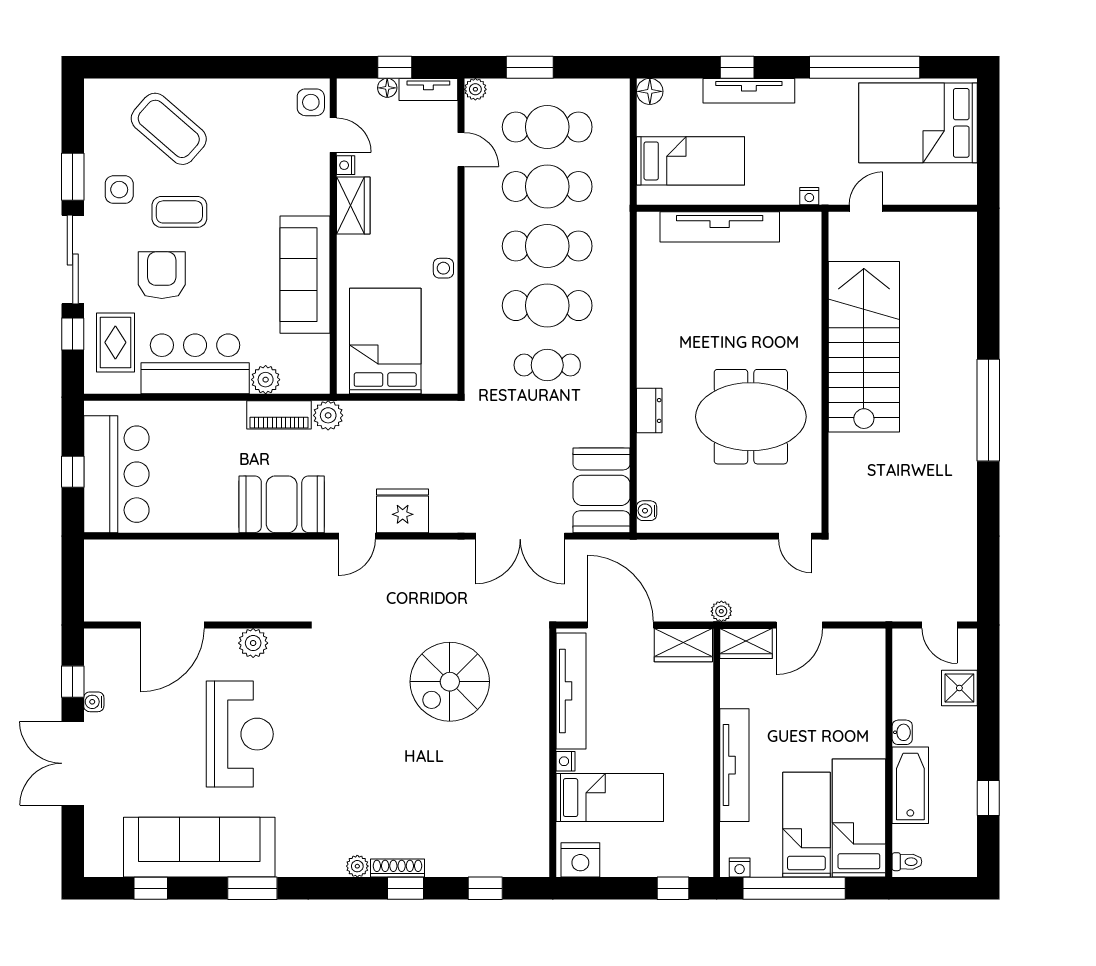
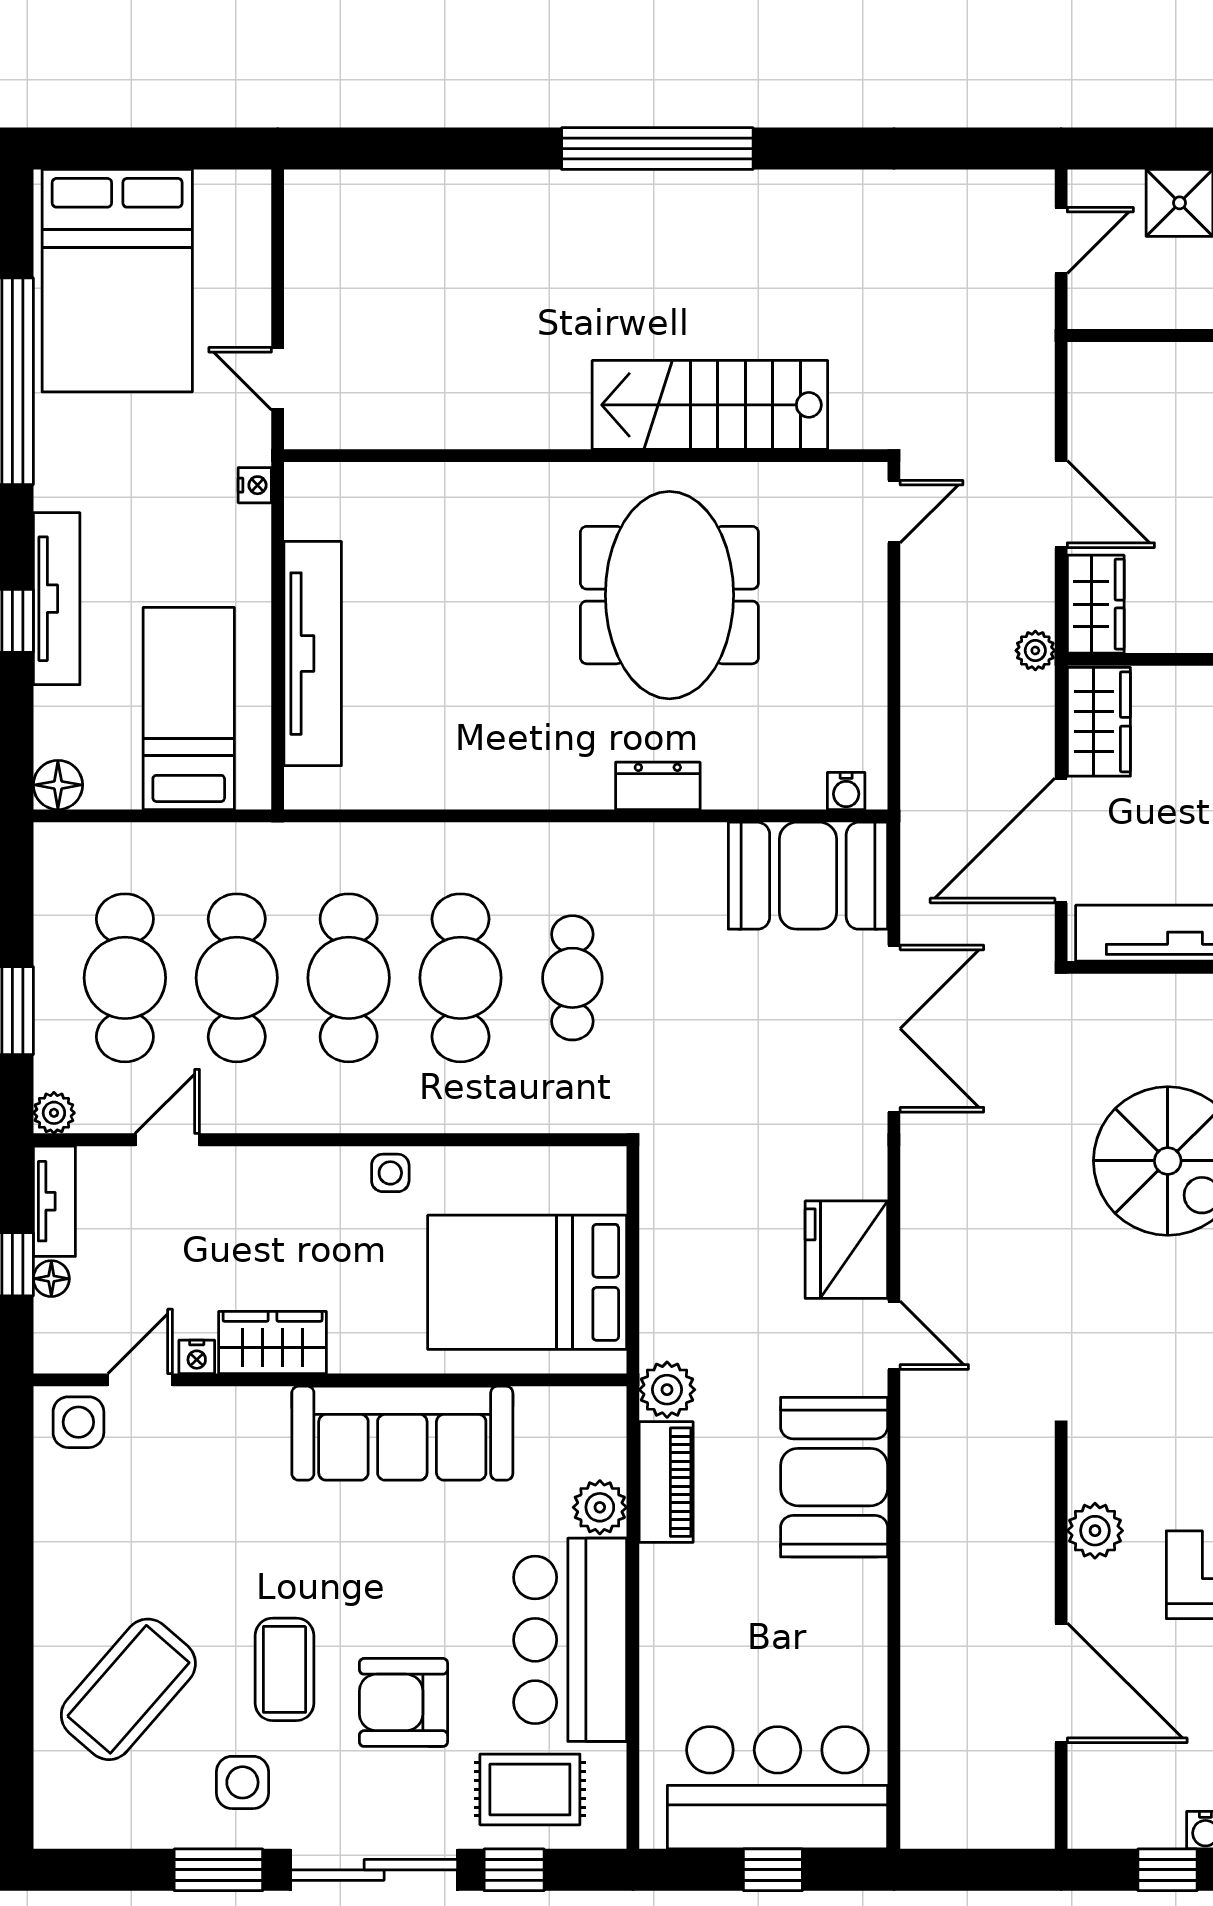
stairs: (864, 347) -> (710, 405), moved, width x0.73, depth x0.66

